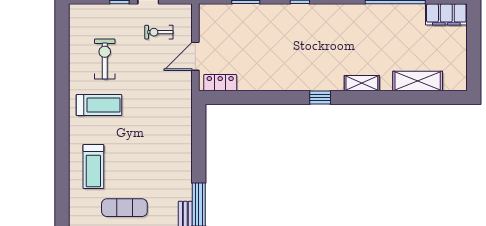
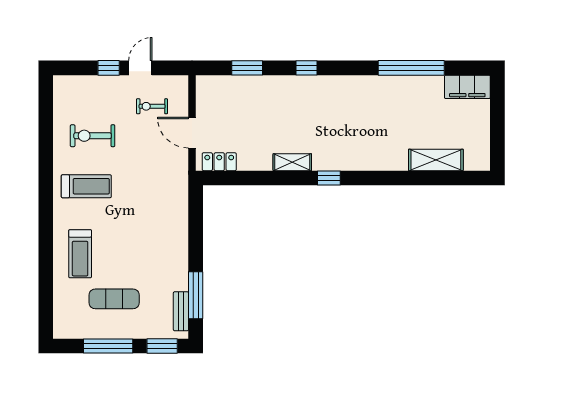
door: (195, 56) -> (192, 133), hinge flipped
exercise bike: (105, 59) -> (93, 136), turned -90
shelving: (362, 83) -> (292, 162), moved

